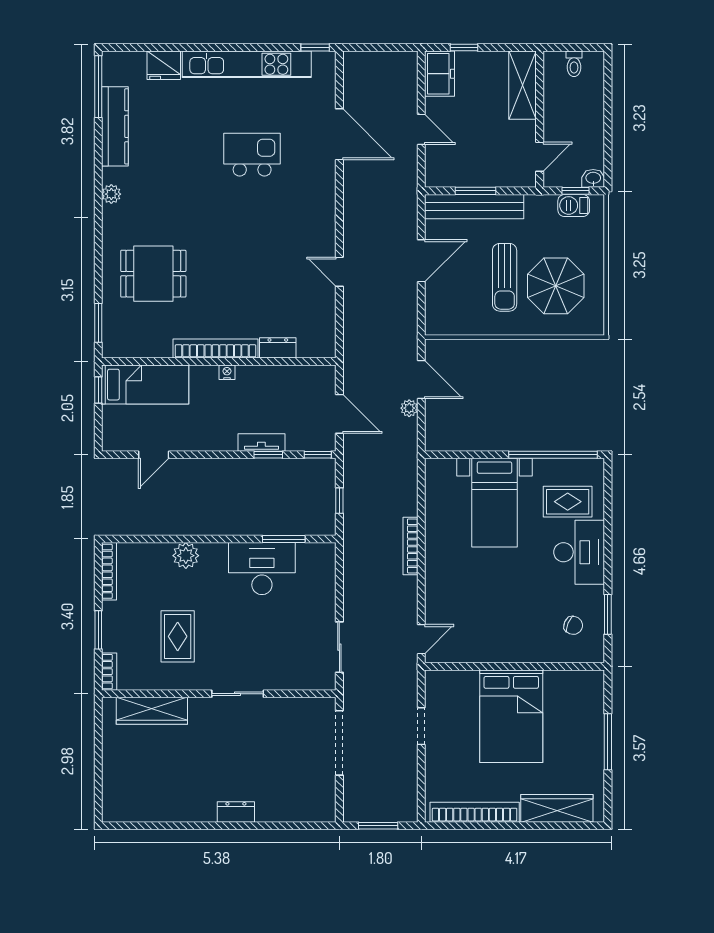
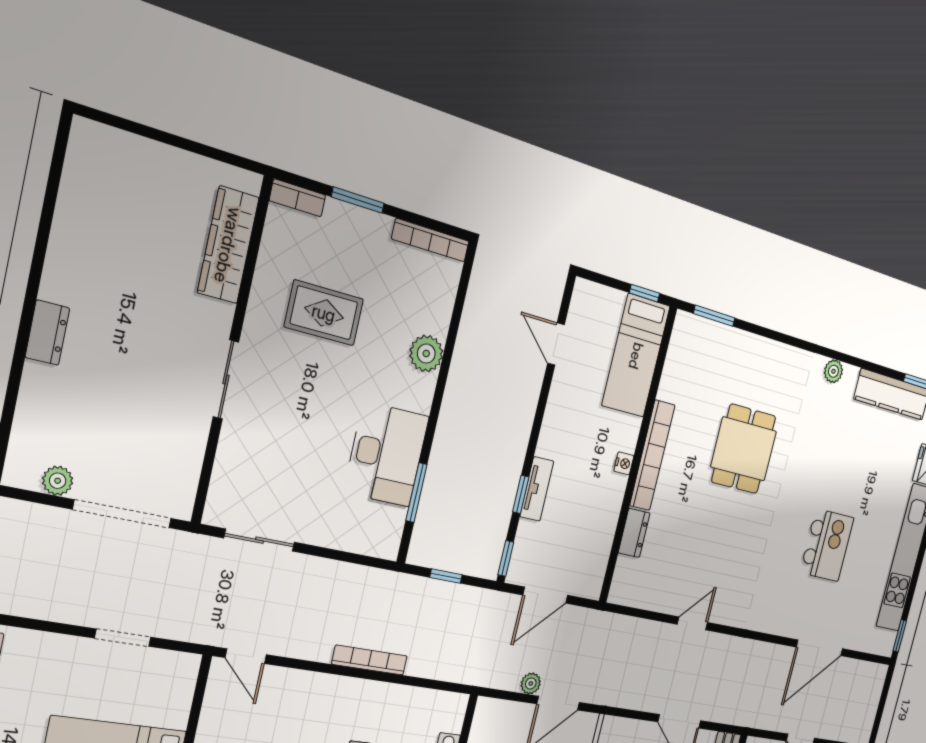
dining table: (153, 274) -> (744, 449), moved
plant: (326, 788) -> (58, 481), added

